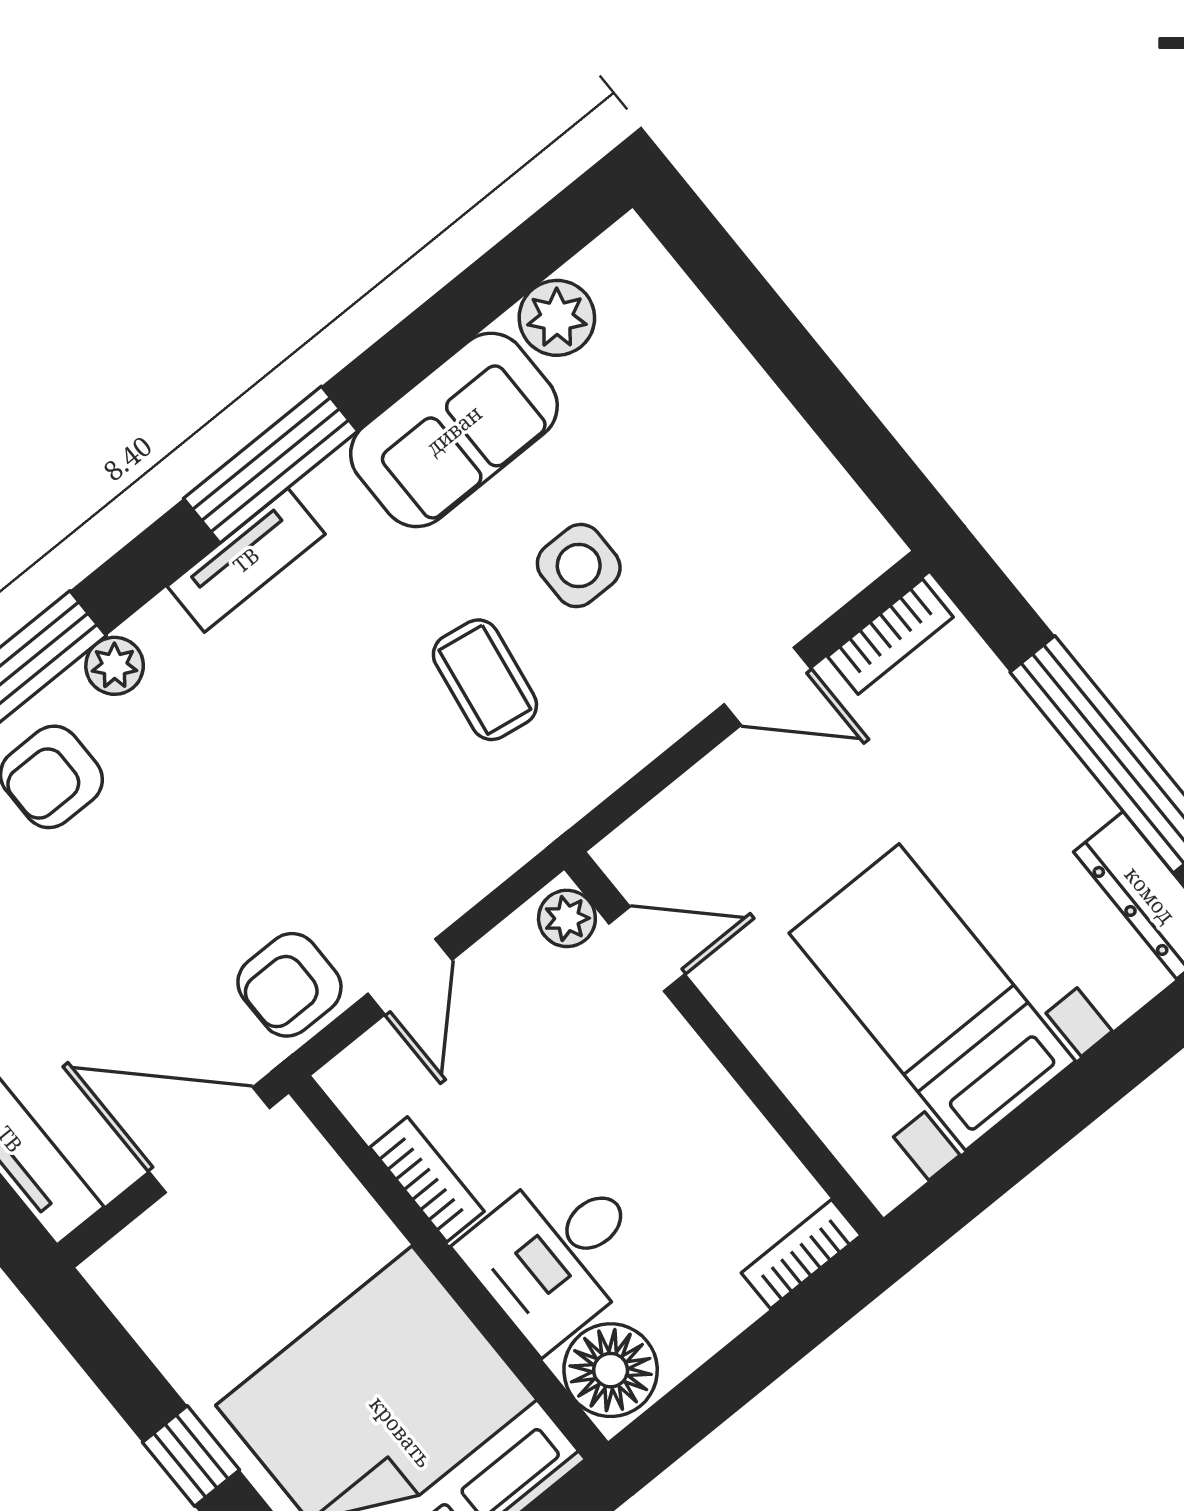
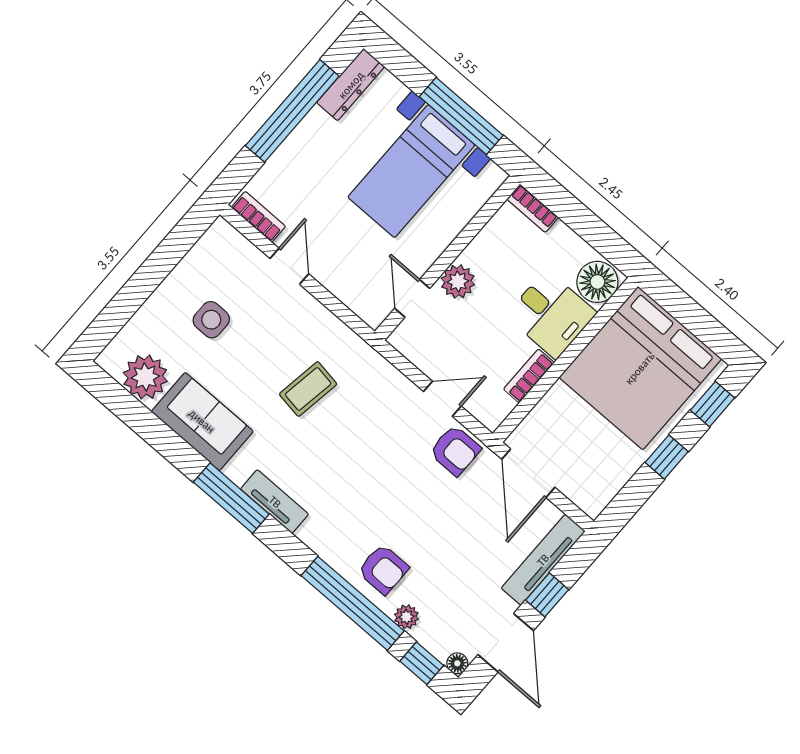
plant: (557, 318) -> (145, 377), width x1.36, depth x1.36
side table: (579, 566) -> (211, 320), moved
plant: (115, 666) -> (330, 550), removed
plant: (567, 918) -> (458, 281), moved, width x1.38, depth x1.38
window: (1036, 1131) -> (461, 116), added

